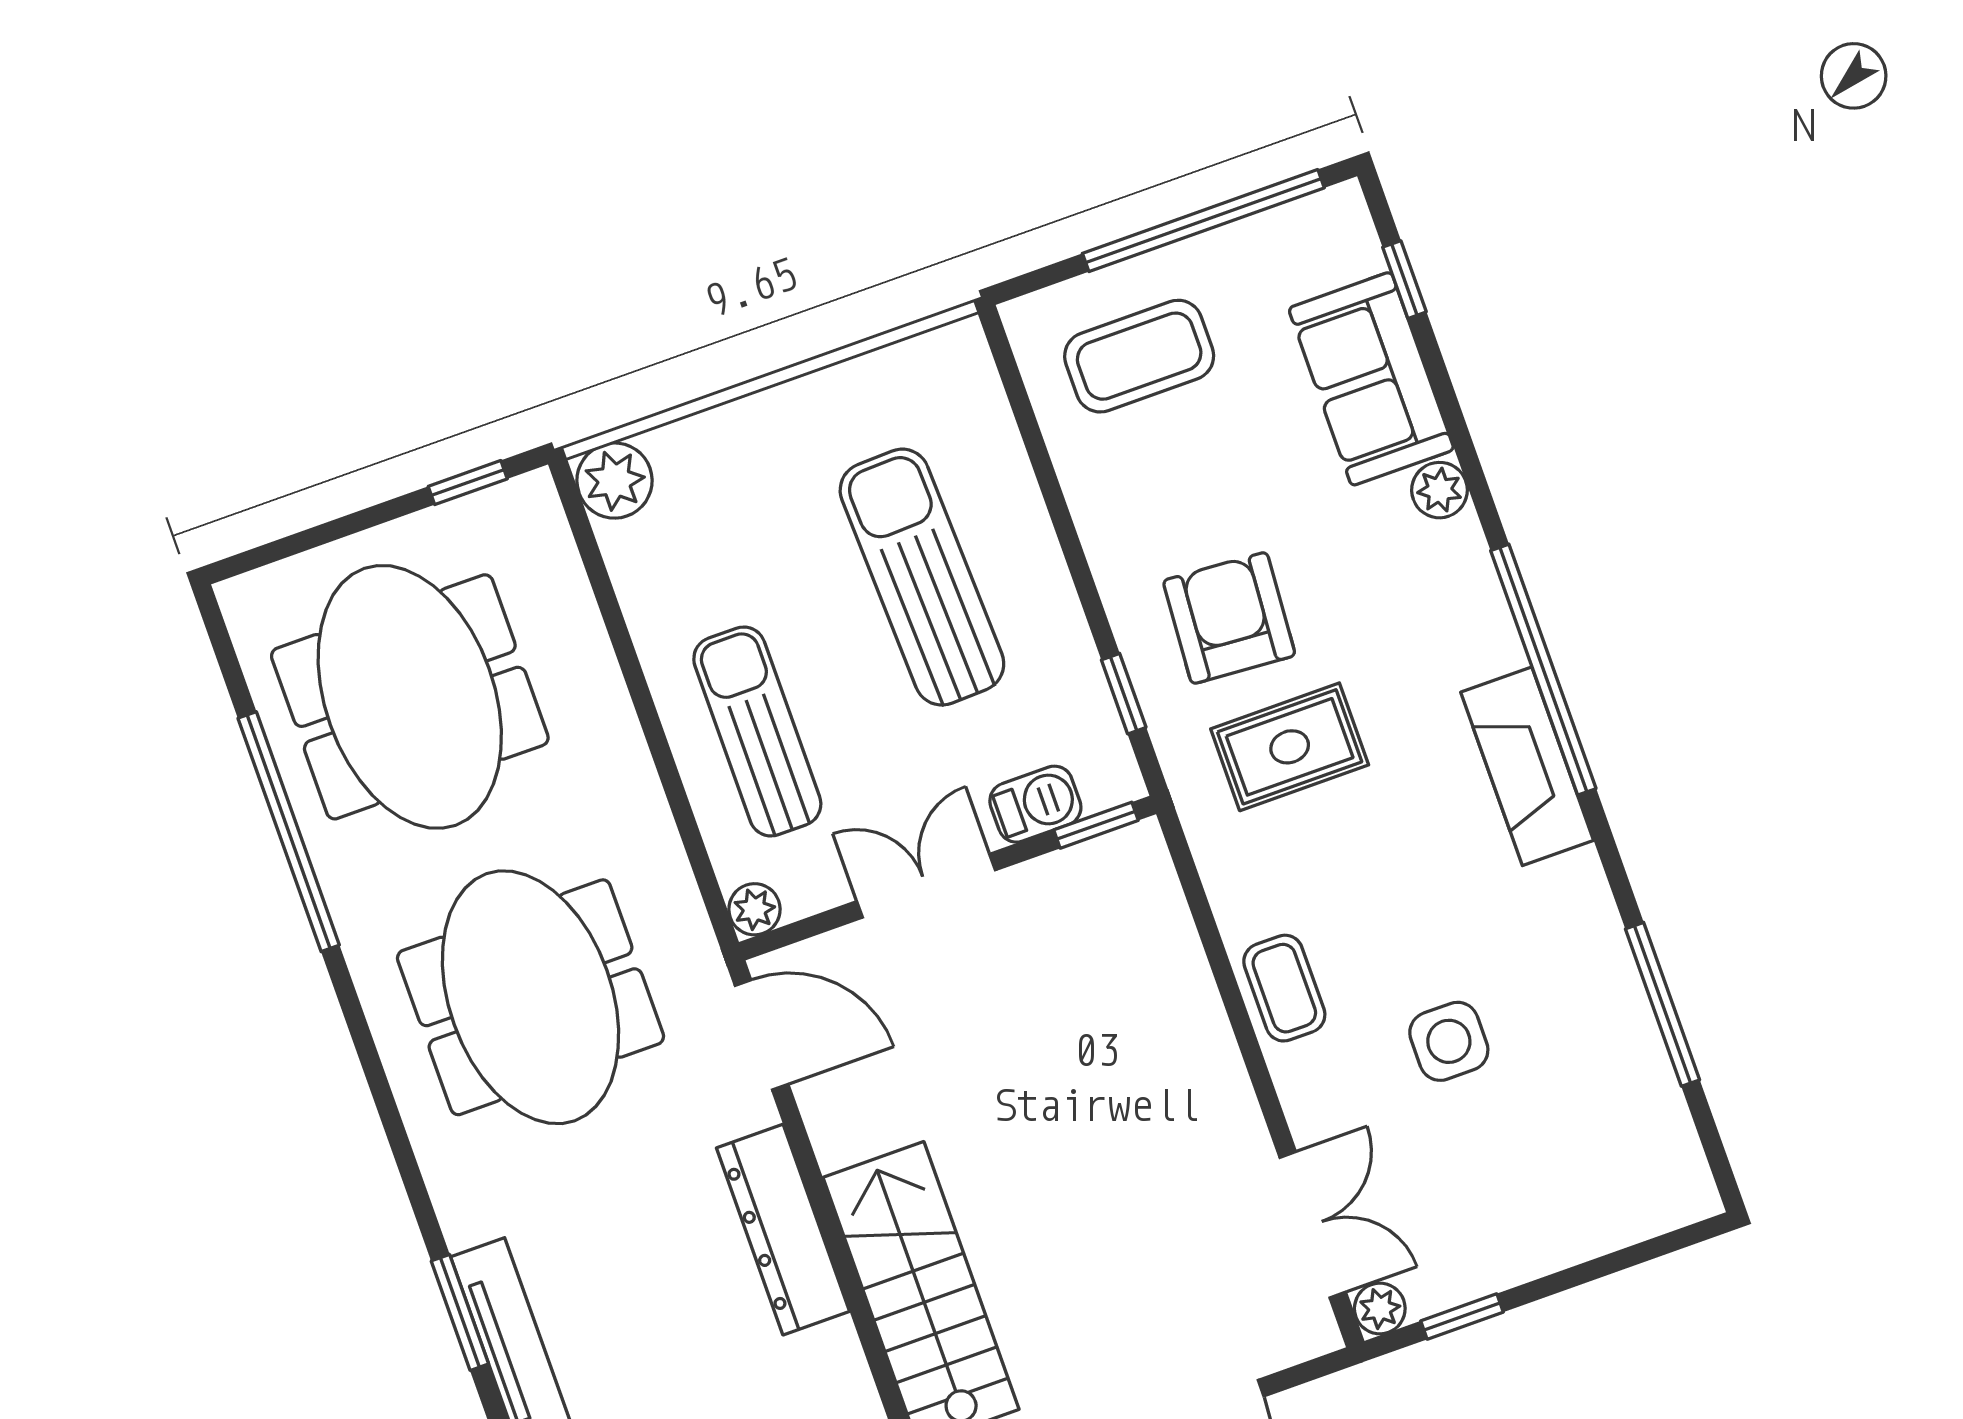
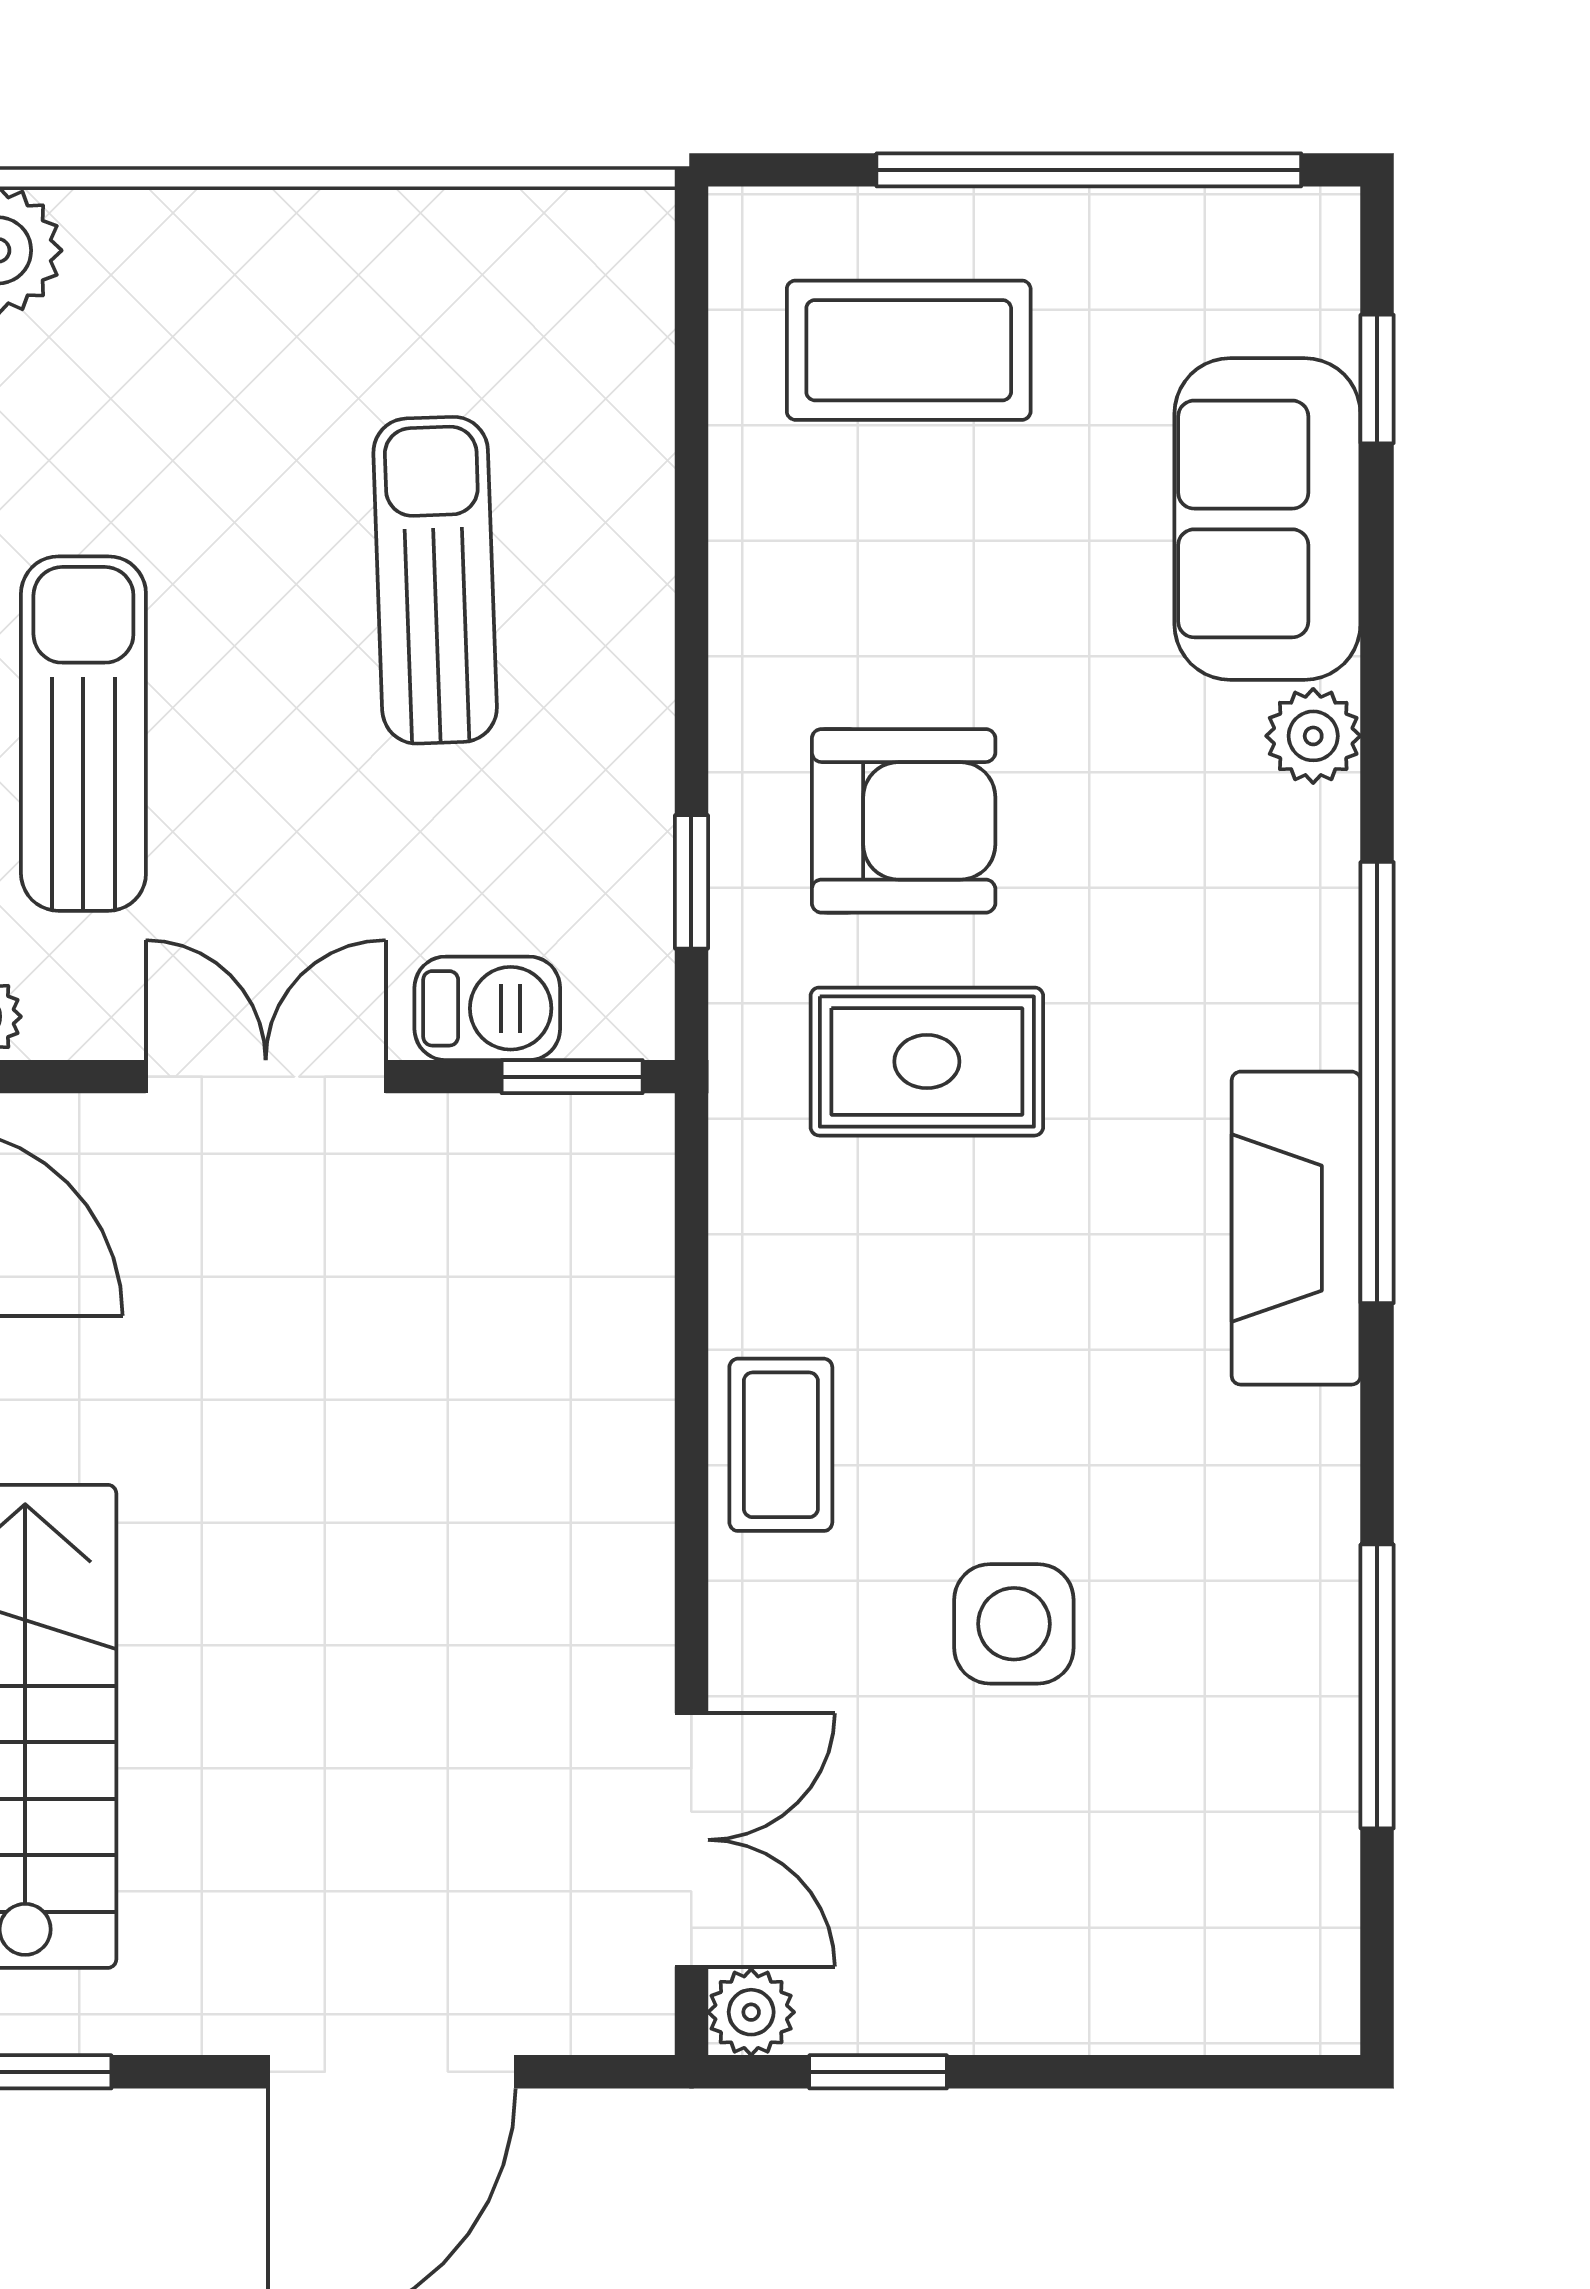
sun lounger: (922, 577) -> (435, 580), width x0.73, depth x0.75
armchair: (1229, 618) -> (904, 821), turned 86

